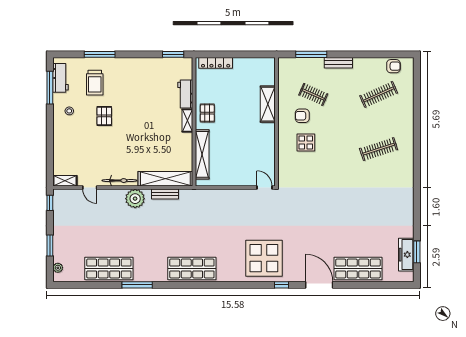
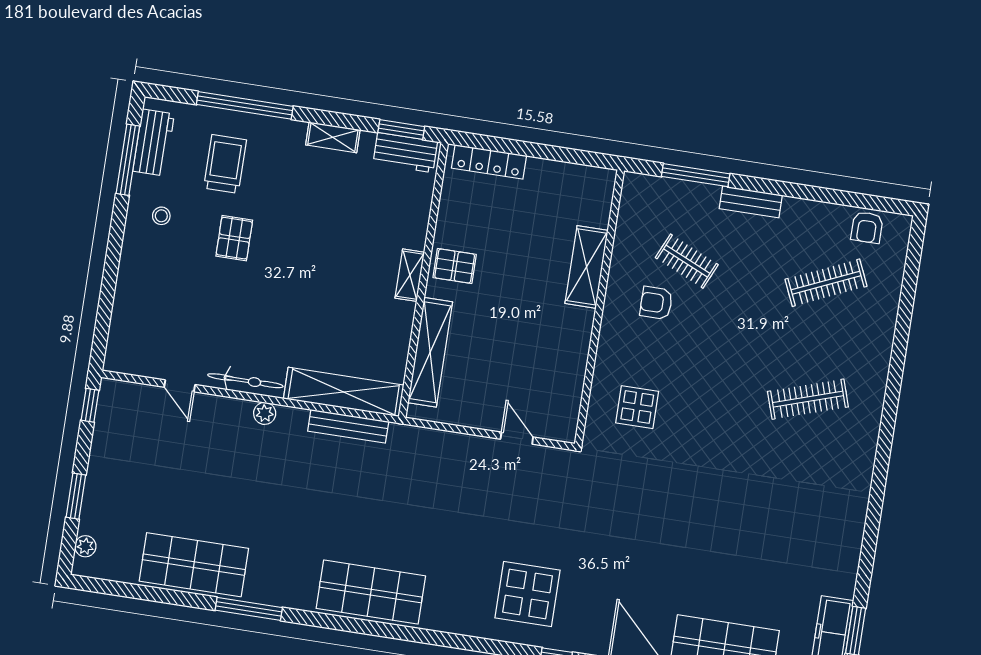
window: (100, 54) -> (245, 105), width x1.46
armchair: (393, 66) -> (867, 227), turned 90
trolley: (95, 83) -> (225, 164), turned 180
workbench: (185, 94) -> (405, 153), moved, turned -90
pallet: (207, 113) -> (455, 266), turned 90
display table: (306, 142) -> (637, 407), moved
shelving: (65, 181) -> (333, 137), moved
door: (264, 188) -> (517, 438), moved
bench: (165, 194) -> (348, 426), width x1.36
plant: (135, 199) -> (265, 413), width x0.53, depth x0.53
display table: (264, 258) -> (528, 594), width x0.73, depth x0.73

